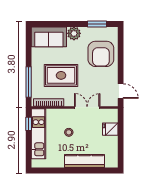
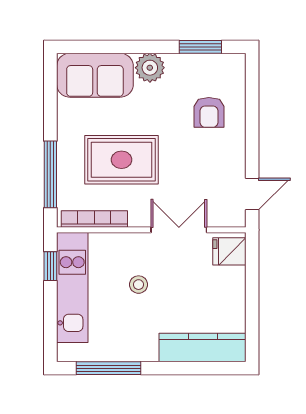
armchair: (101, 54) -> (209, 112), width x0.53, depth x0.53
door: (121, 91) -> (252, 194), hinge flipped
fridge: (110, 129) -> (229, 251), moved
kitchen counter: (84, 161) -> (203, 347), moved
window: (55, 170) -> (109, 368), added

